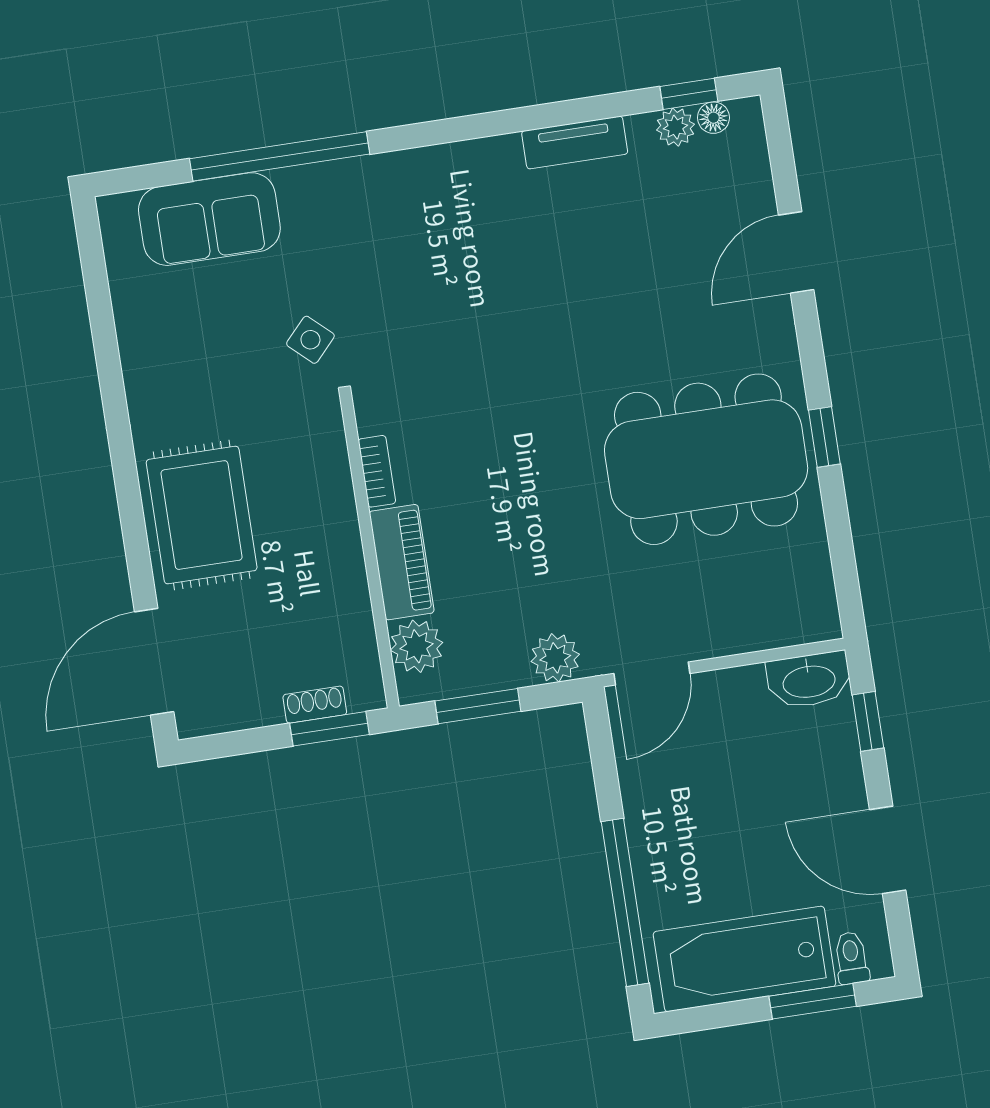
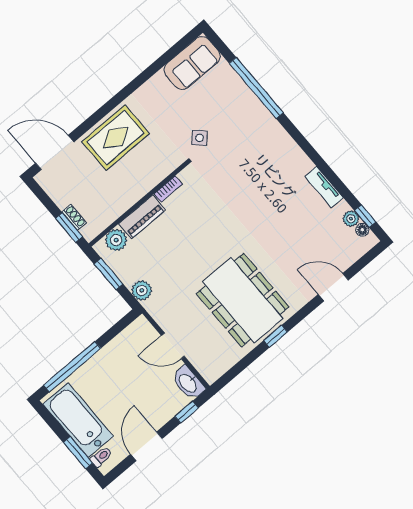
sofa: (209, 219) -> (192, 63), moved, turned -90
door: (652, 674) -> (173, 346), moved

